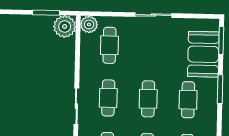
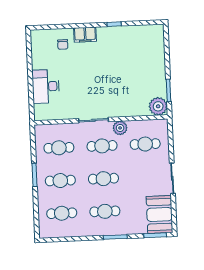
plant: (89, 24) -> (120, 128), moved
booth: (203, 54) -> (159, 215), moved, turned 90

